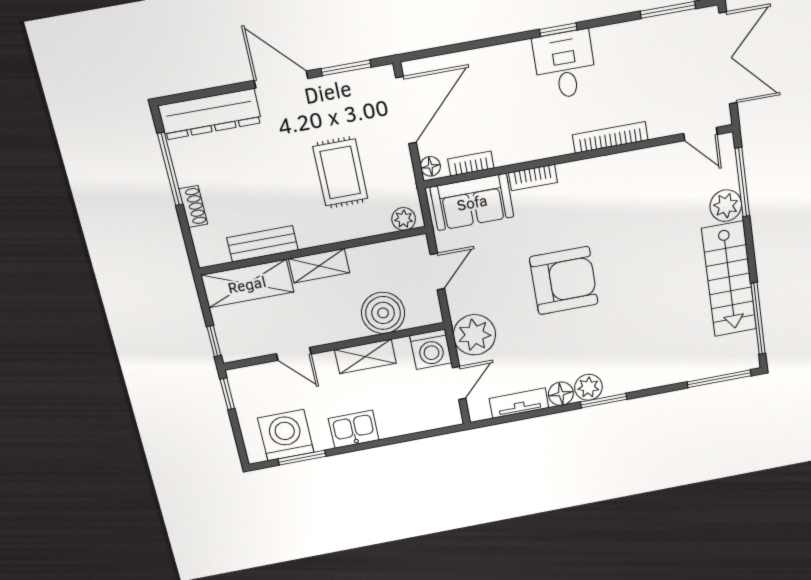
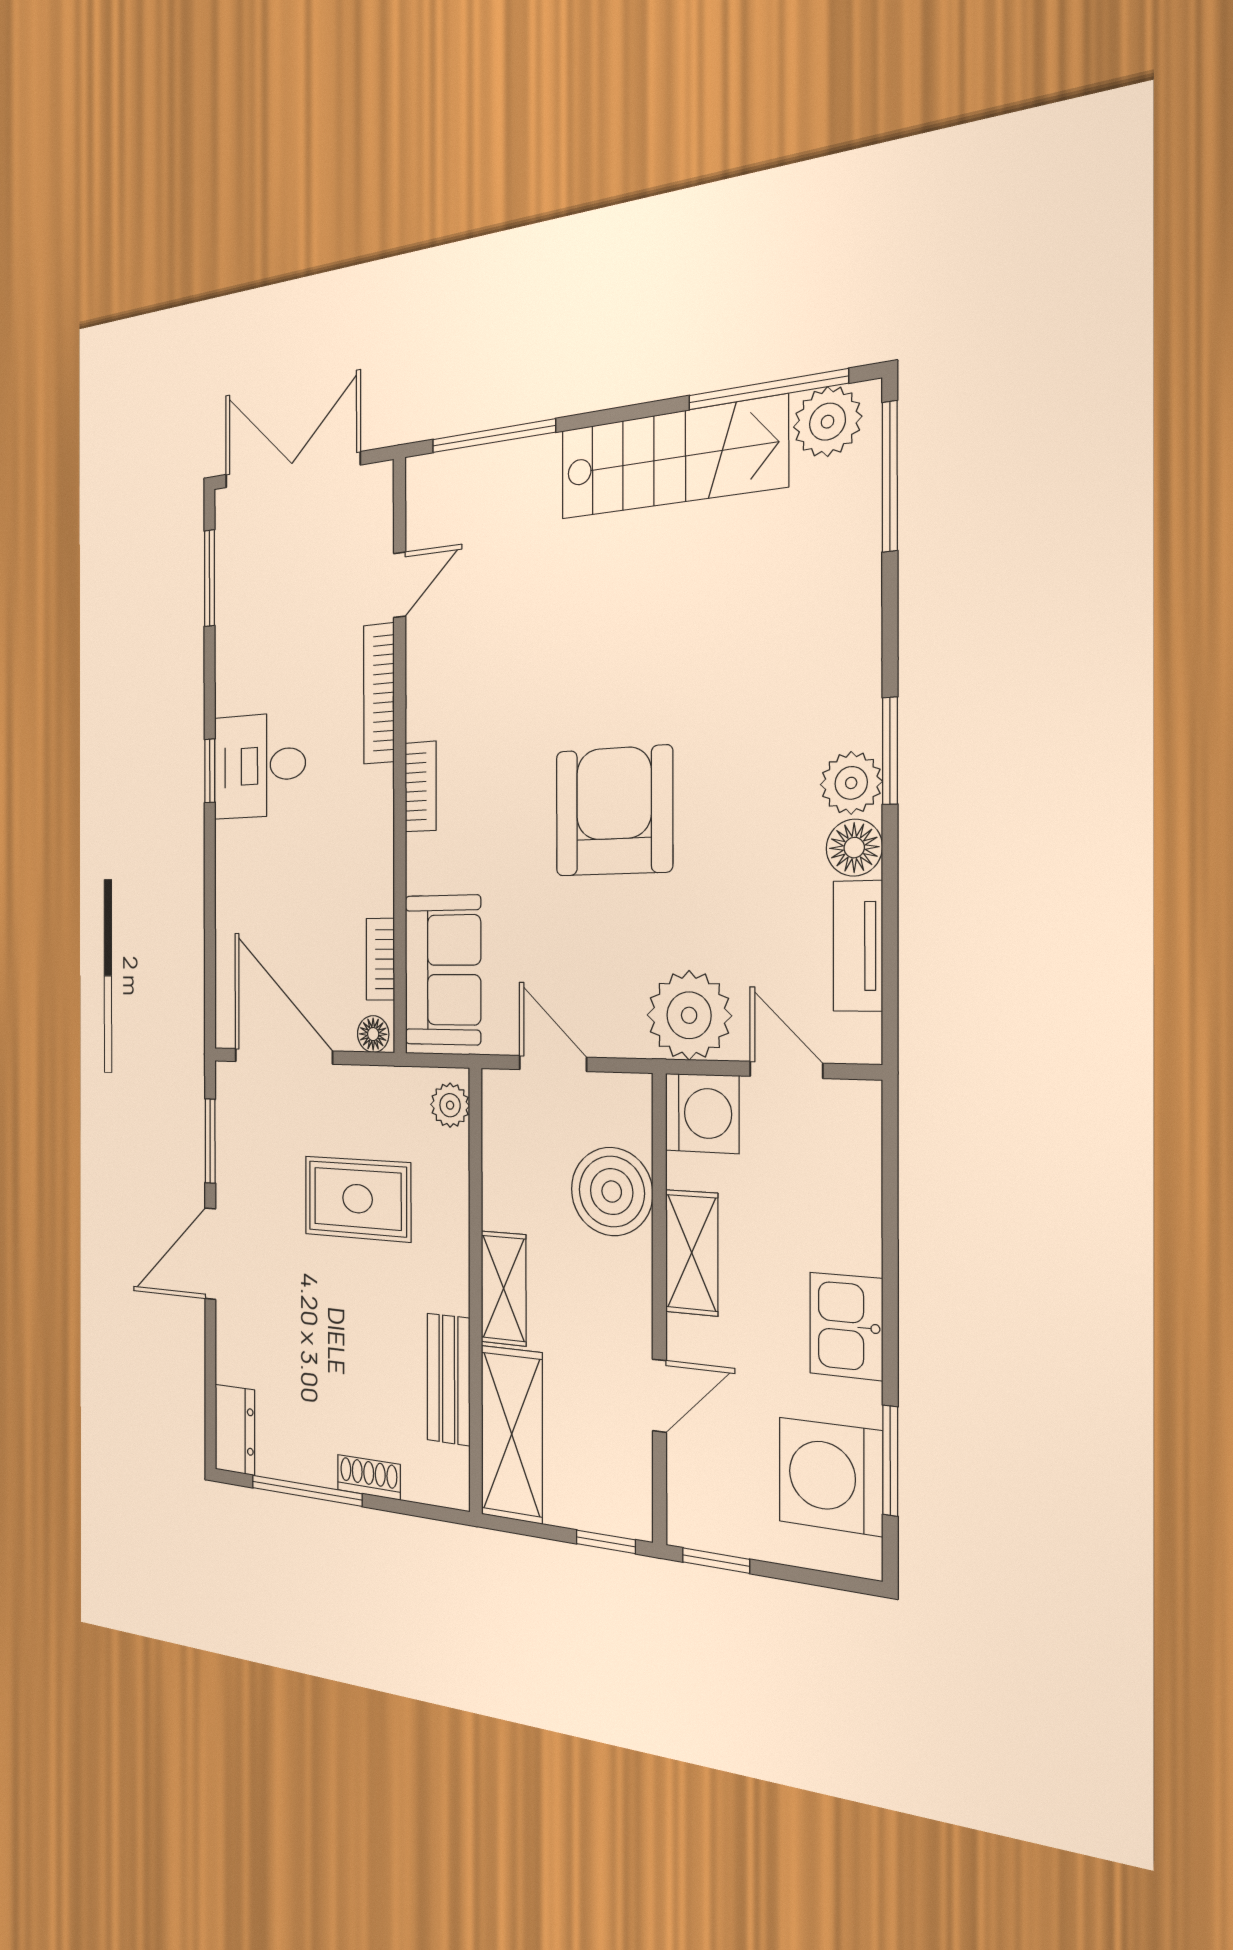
dresser: (210, 114) -> (235, 1430), width x0.51, depth x0.80
door: (700, 134) -> (400, 585), moved
bookcase: (533, 178) -> (421, 787), moved
plant: (726, 206) -> (827, 422), moved

